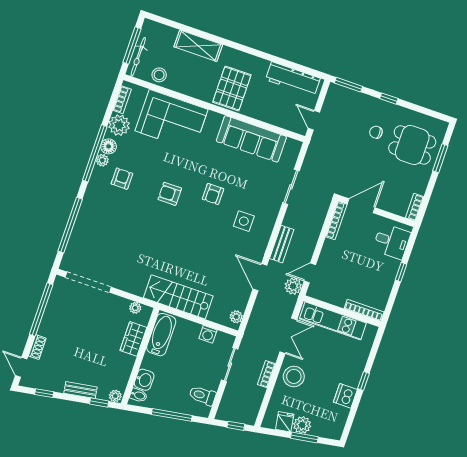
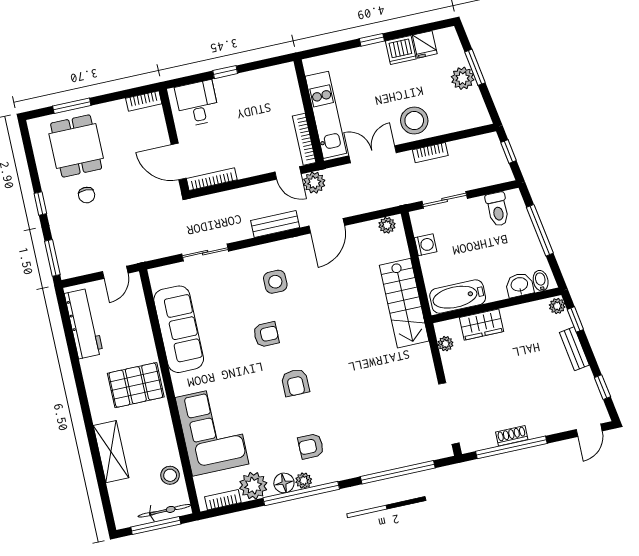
bookcase: (364, 310) -> (304, 139), moved
shoe rack: (37, 347) -> (512, 436), moved
fridge: (285, 422) -> (425, 44), moved, turned -81

